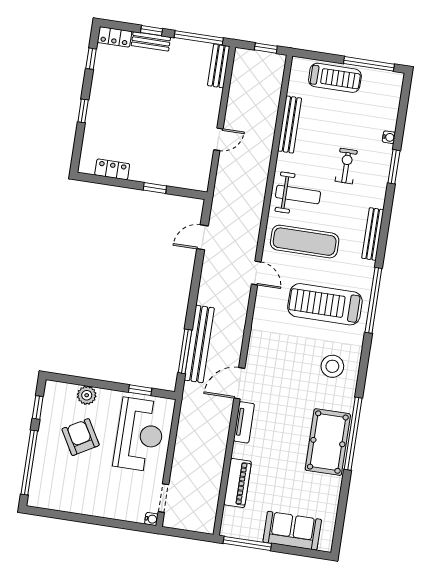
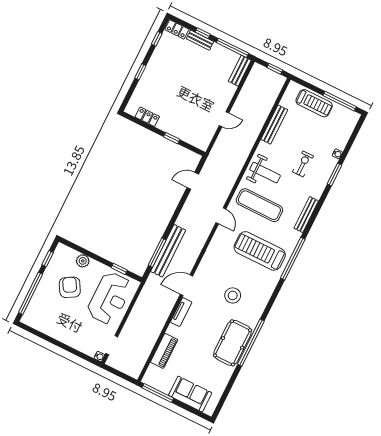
stool: (332, 366) -> (233, 295), moved

